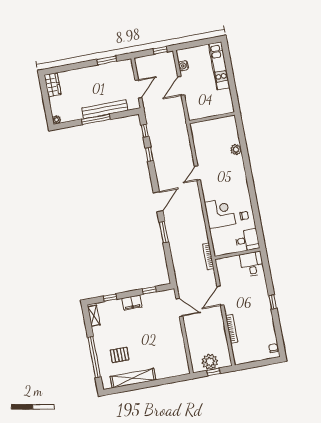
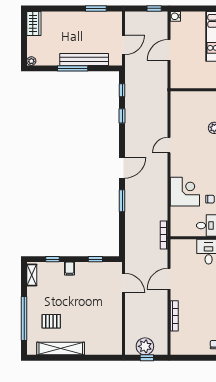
water cooler: (183, 66) -> (175, 16), moved
filing cabinet: (132, 303) -> (70, 269), width x0.50

